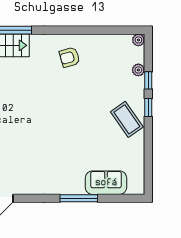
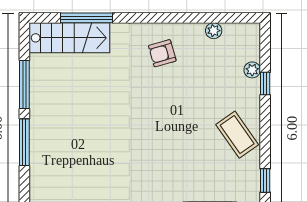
plant: (138, 40) -> (214, 31), moved
window: (148, 107) -> (265, 181), moved

